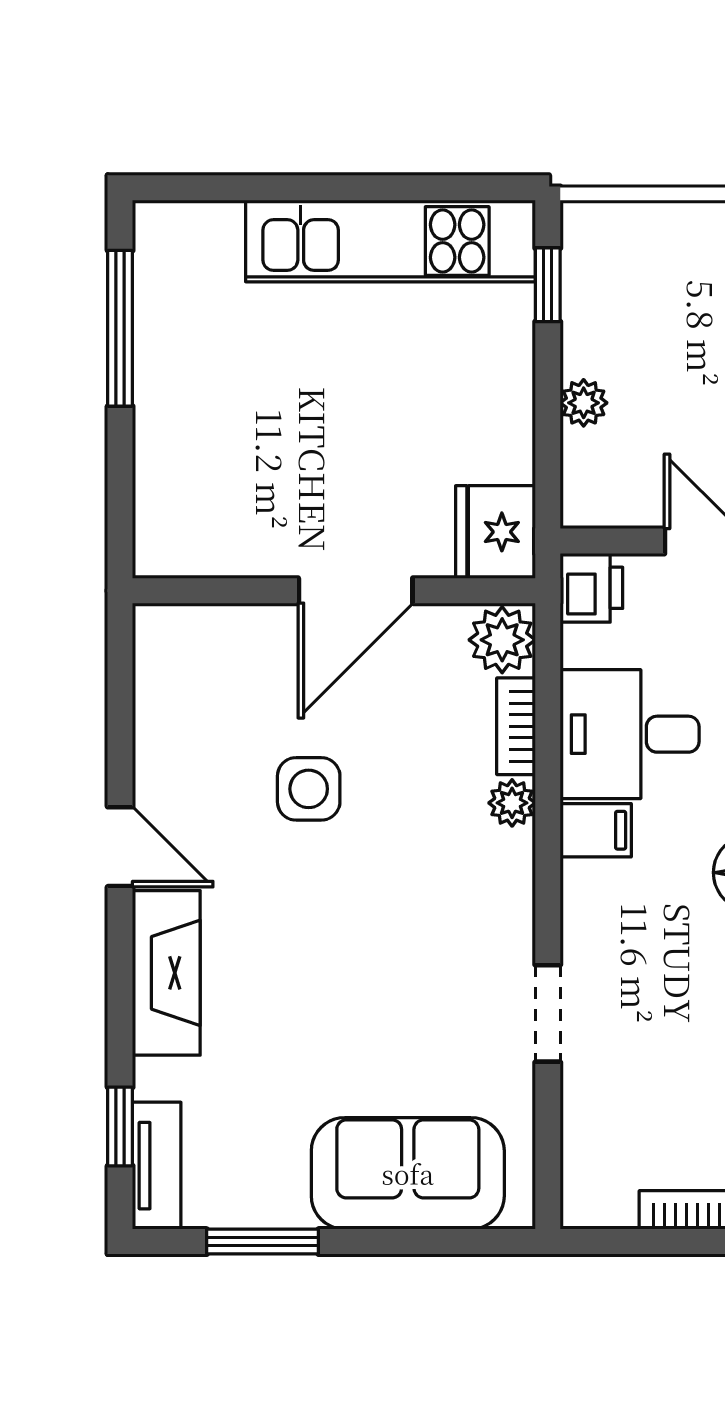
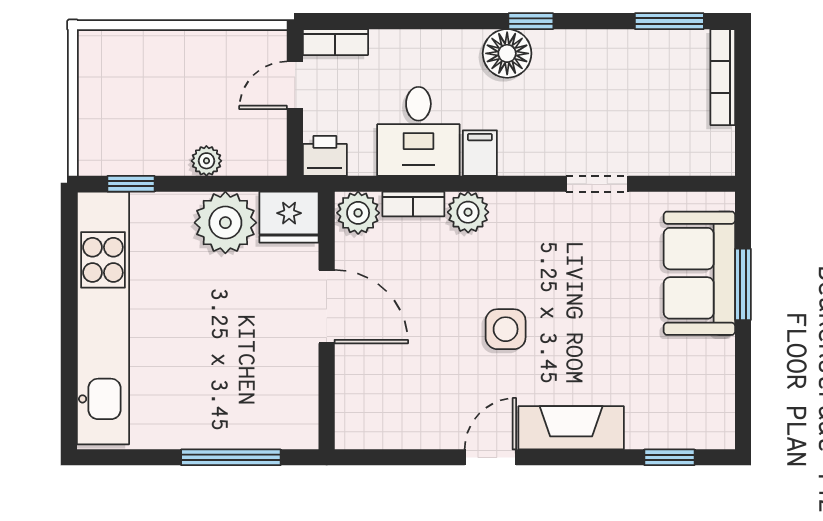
kitchen unit: (390, 241) -> (103, 318), width x1.36
window: (120, 328) -> (231, 457), moved
plant: (487, 432) -> (225, 223), added
side table: (309, 789) -> (506, 329), moved
plant: (512, 803) -> (468, 212), width x1.38, depth x1.38
tv unit: (157, 1166) -> (694, 434), removed
window: (263, 1242) -> (743, 284), moved

